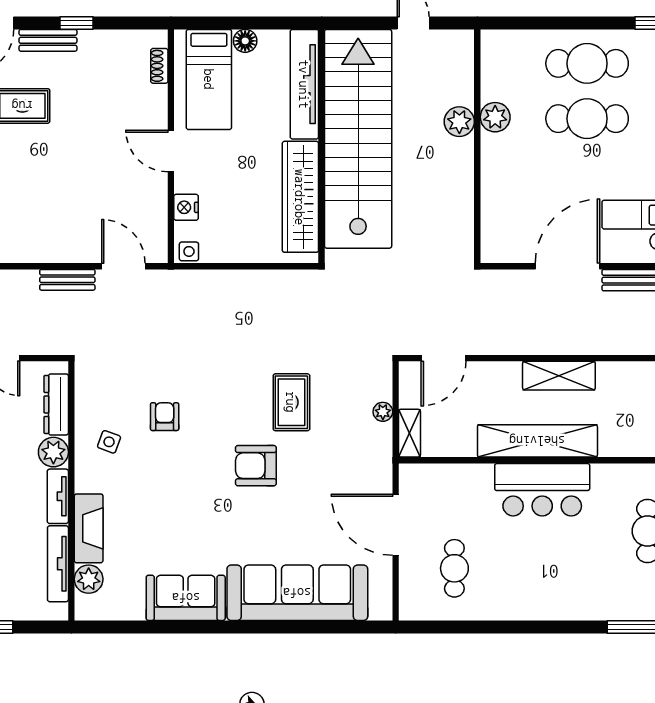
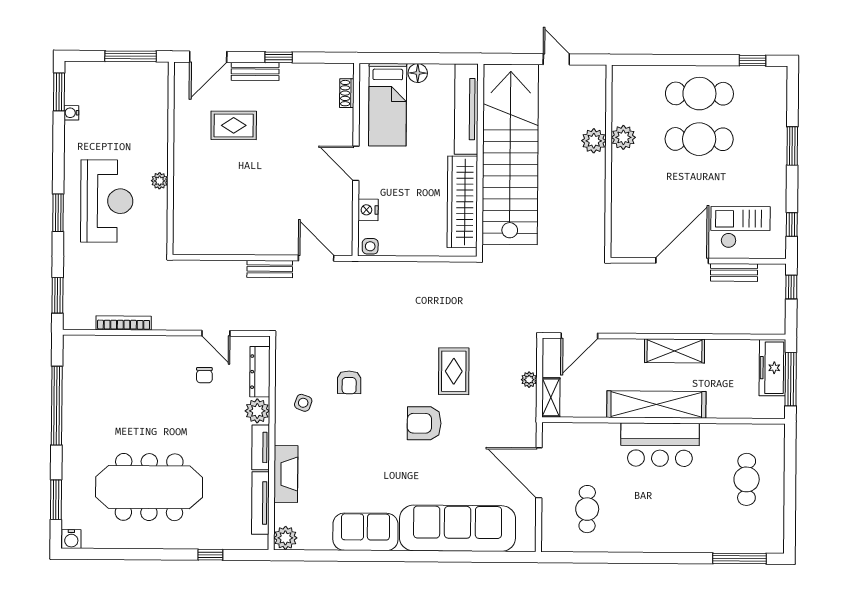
armchair: (165, 417) -> (349, 382), turned 180
plant: (89, 579) -> (285, 538), moved

